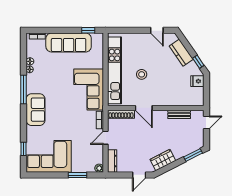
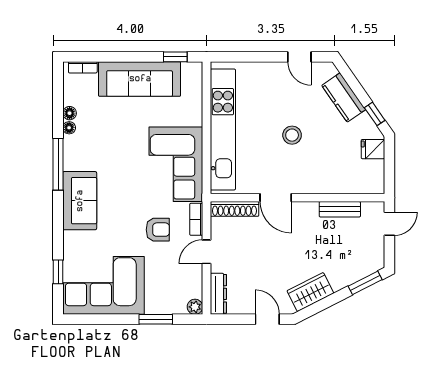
stool: (142, 74) -> (292, 135), moved
armchair: (79, 126) -> (158, 230), added
door: (139, 175) -> (267, 319), swing flipped

